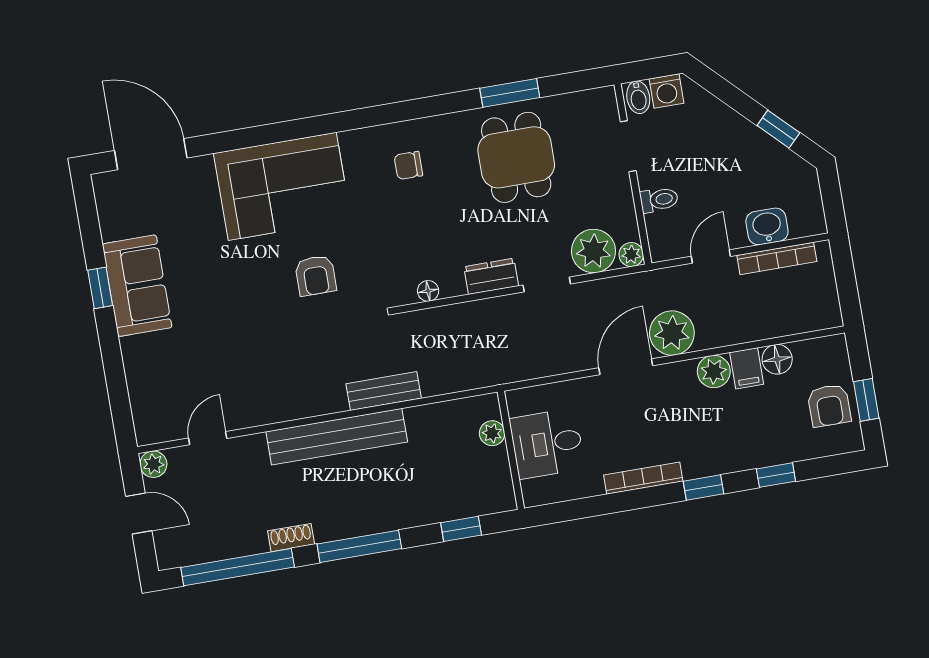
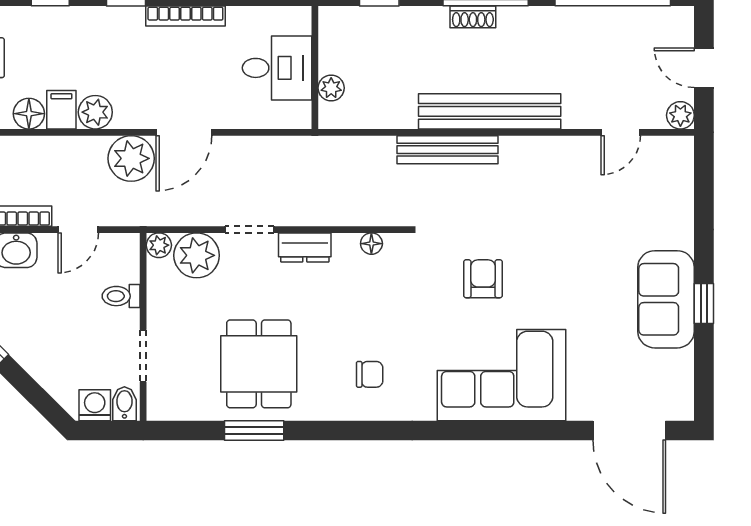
bench: (384, 391) -> (447, 150), width x1.36
shoe rack: (291, 538) -> (473, 17), moved

